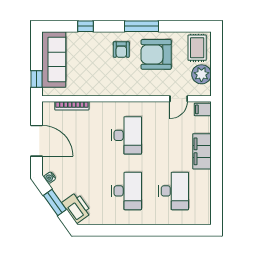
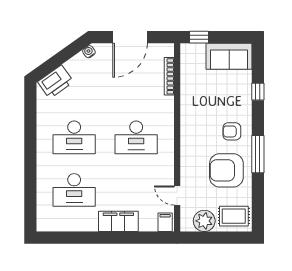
armchair: (156, 54) -> (226, 170), turned -90
sofa: (54, 59) -> (229, 56), width x0.73
window: (55, 202) -> (61, 57), removed

